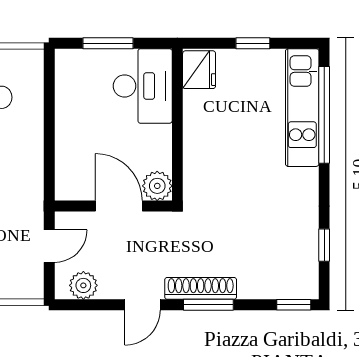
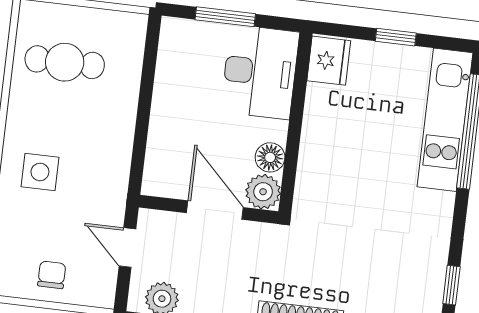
floor lamp: (160, 156) -> (270, 157), added
door: (49, 246) -> (127, 247), swing flipped

